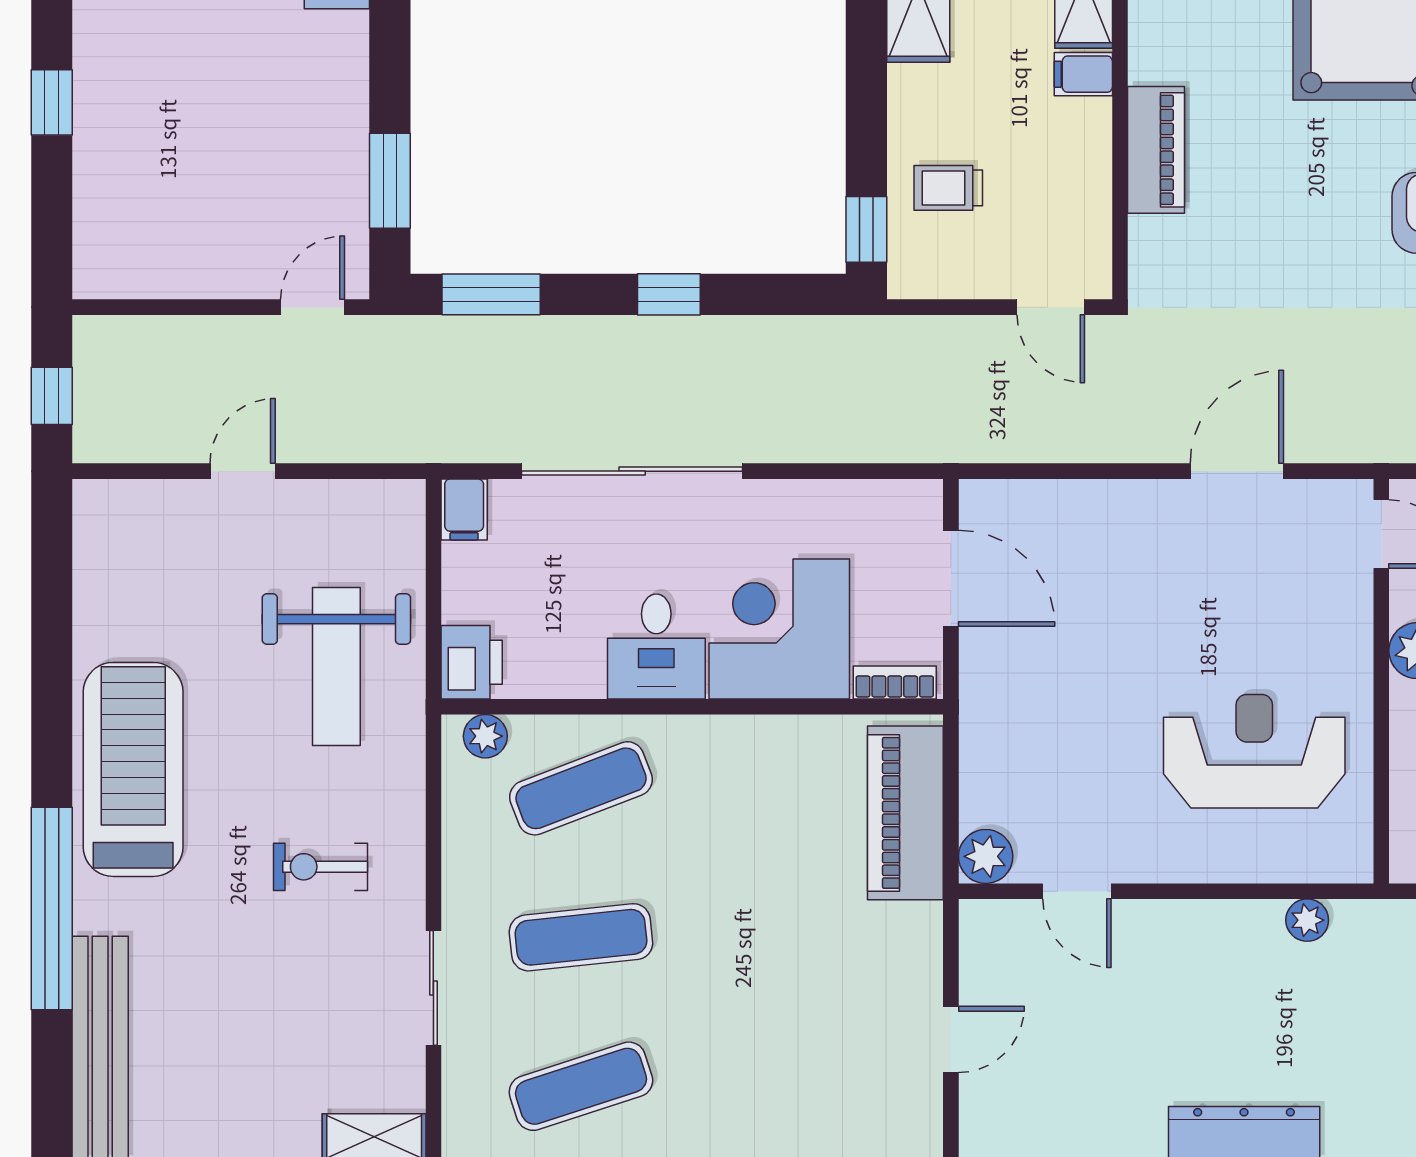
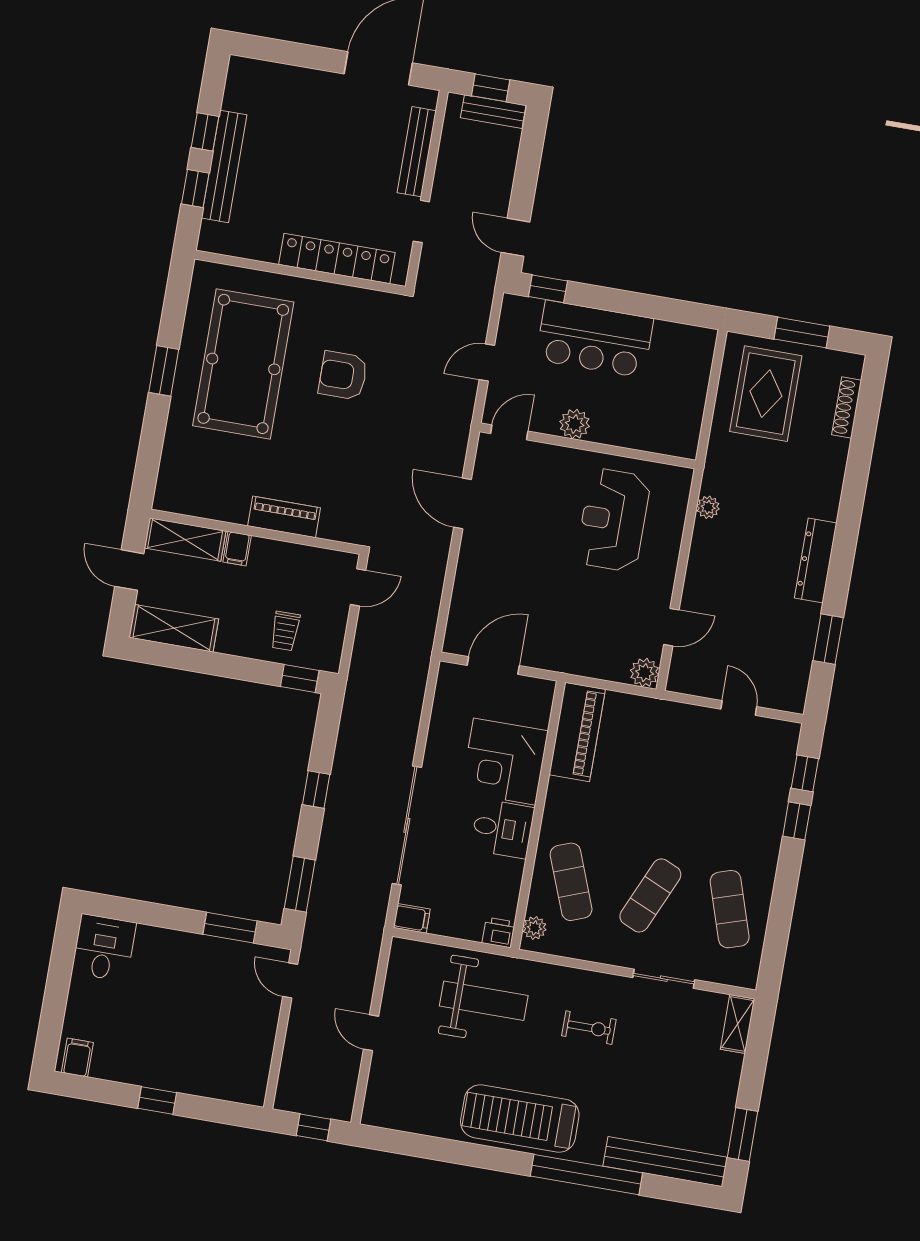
printer: (472, 662) -> (499, 932), width x0.73, depth x0.81
bookcase: (895, 683) -> (544, 705), removed
piano: (905, 813) -> (577, 732), moved, turned -90
exercise bike: (321, 867) -> (589, 1028), turned -90
exercise mat: (581, 937) -> (650, 895), turned 30

